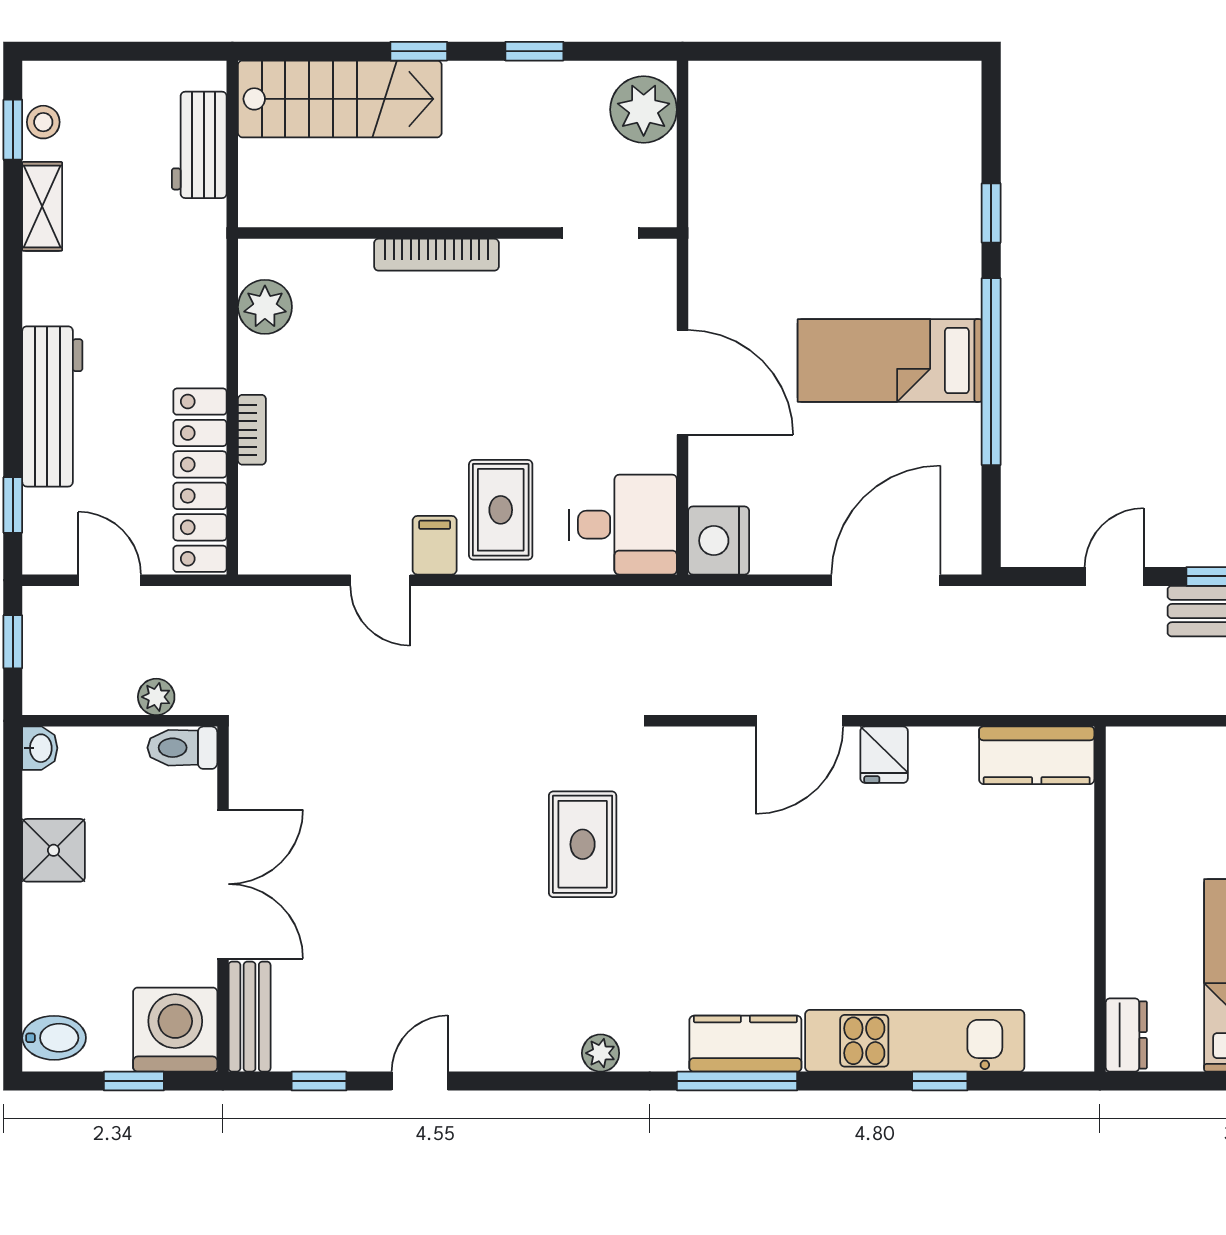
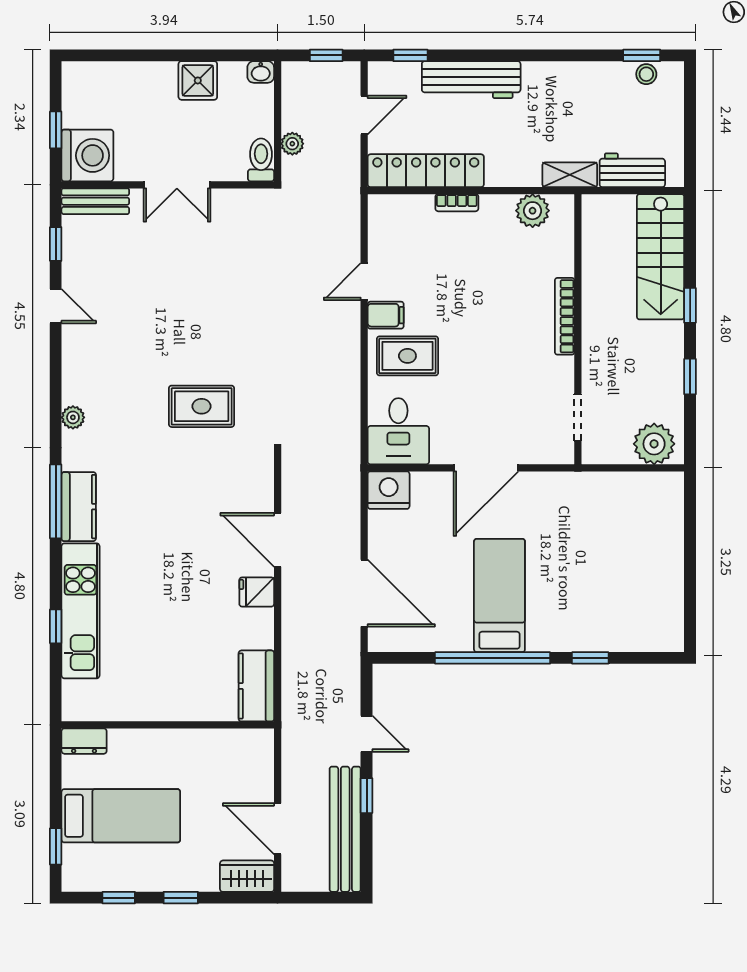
shelving: (42, 206) -> (570, 175), moved
double door: (223, 884) -> (177, 185), width x0.73
bidet: (54, 1038) -> (82, 81), removed

